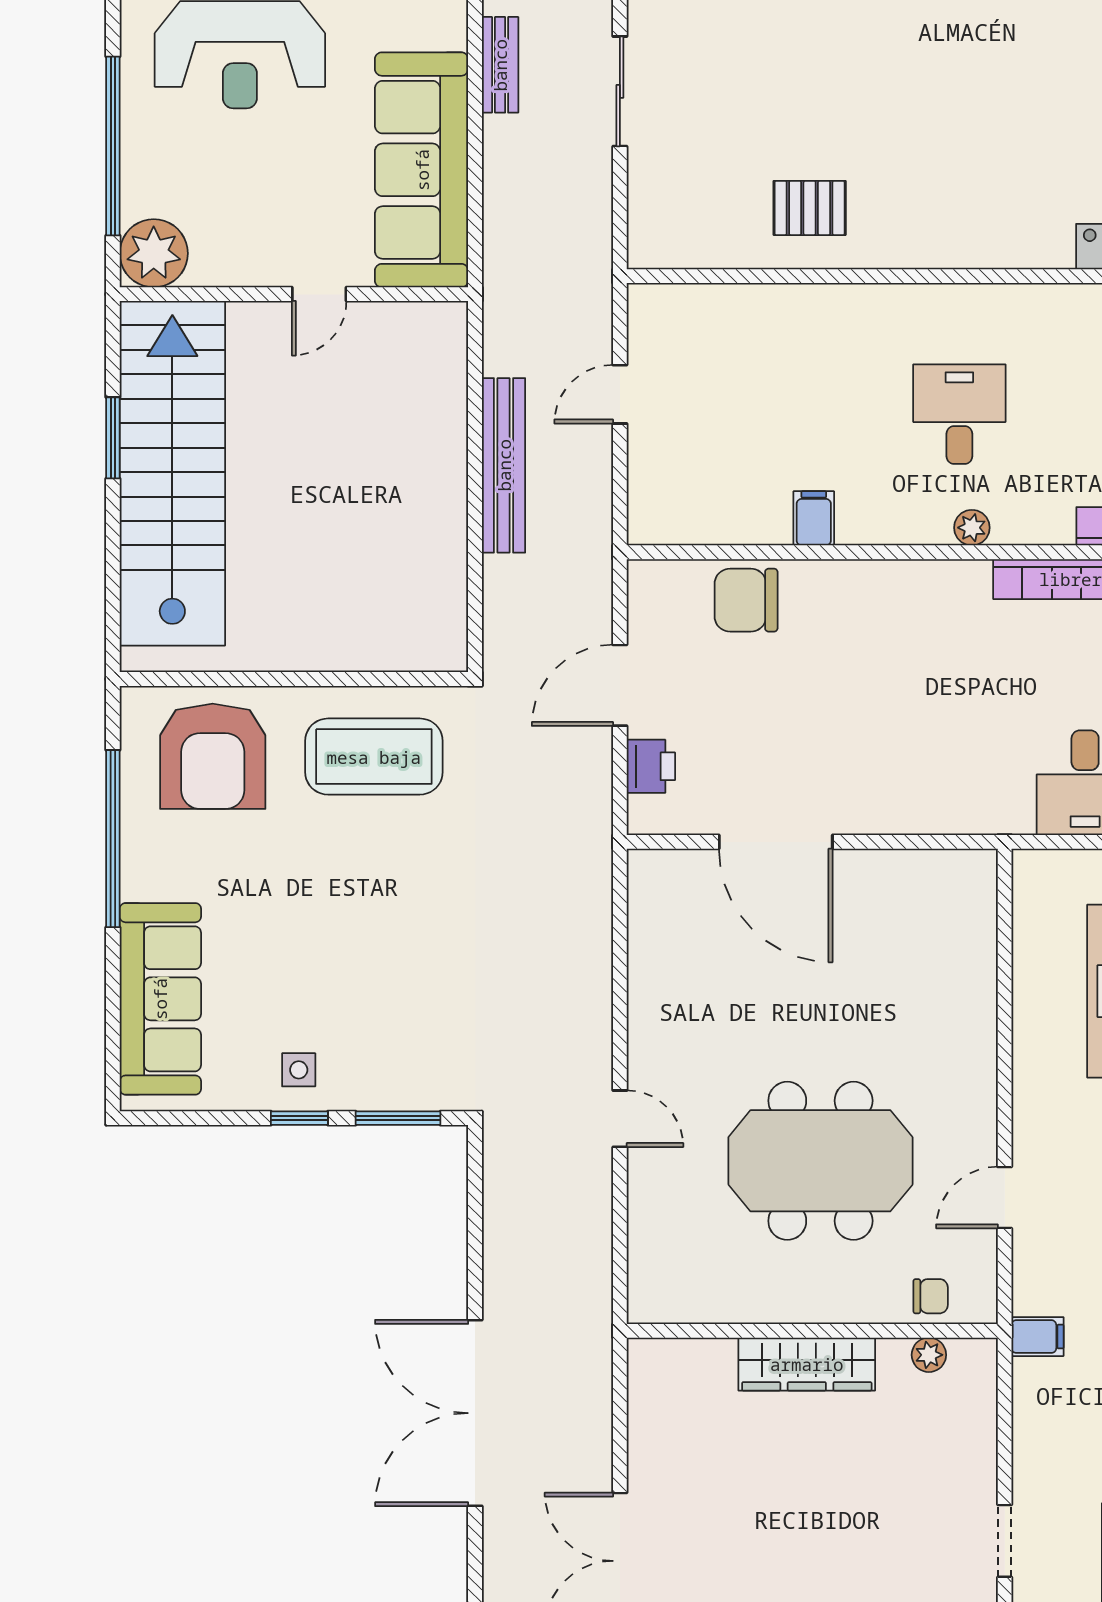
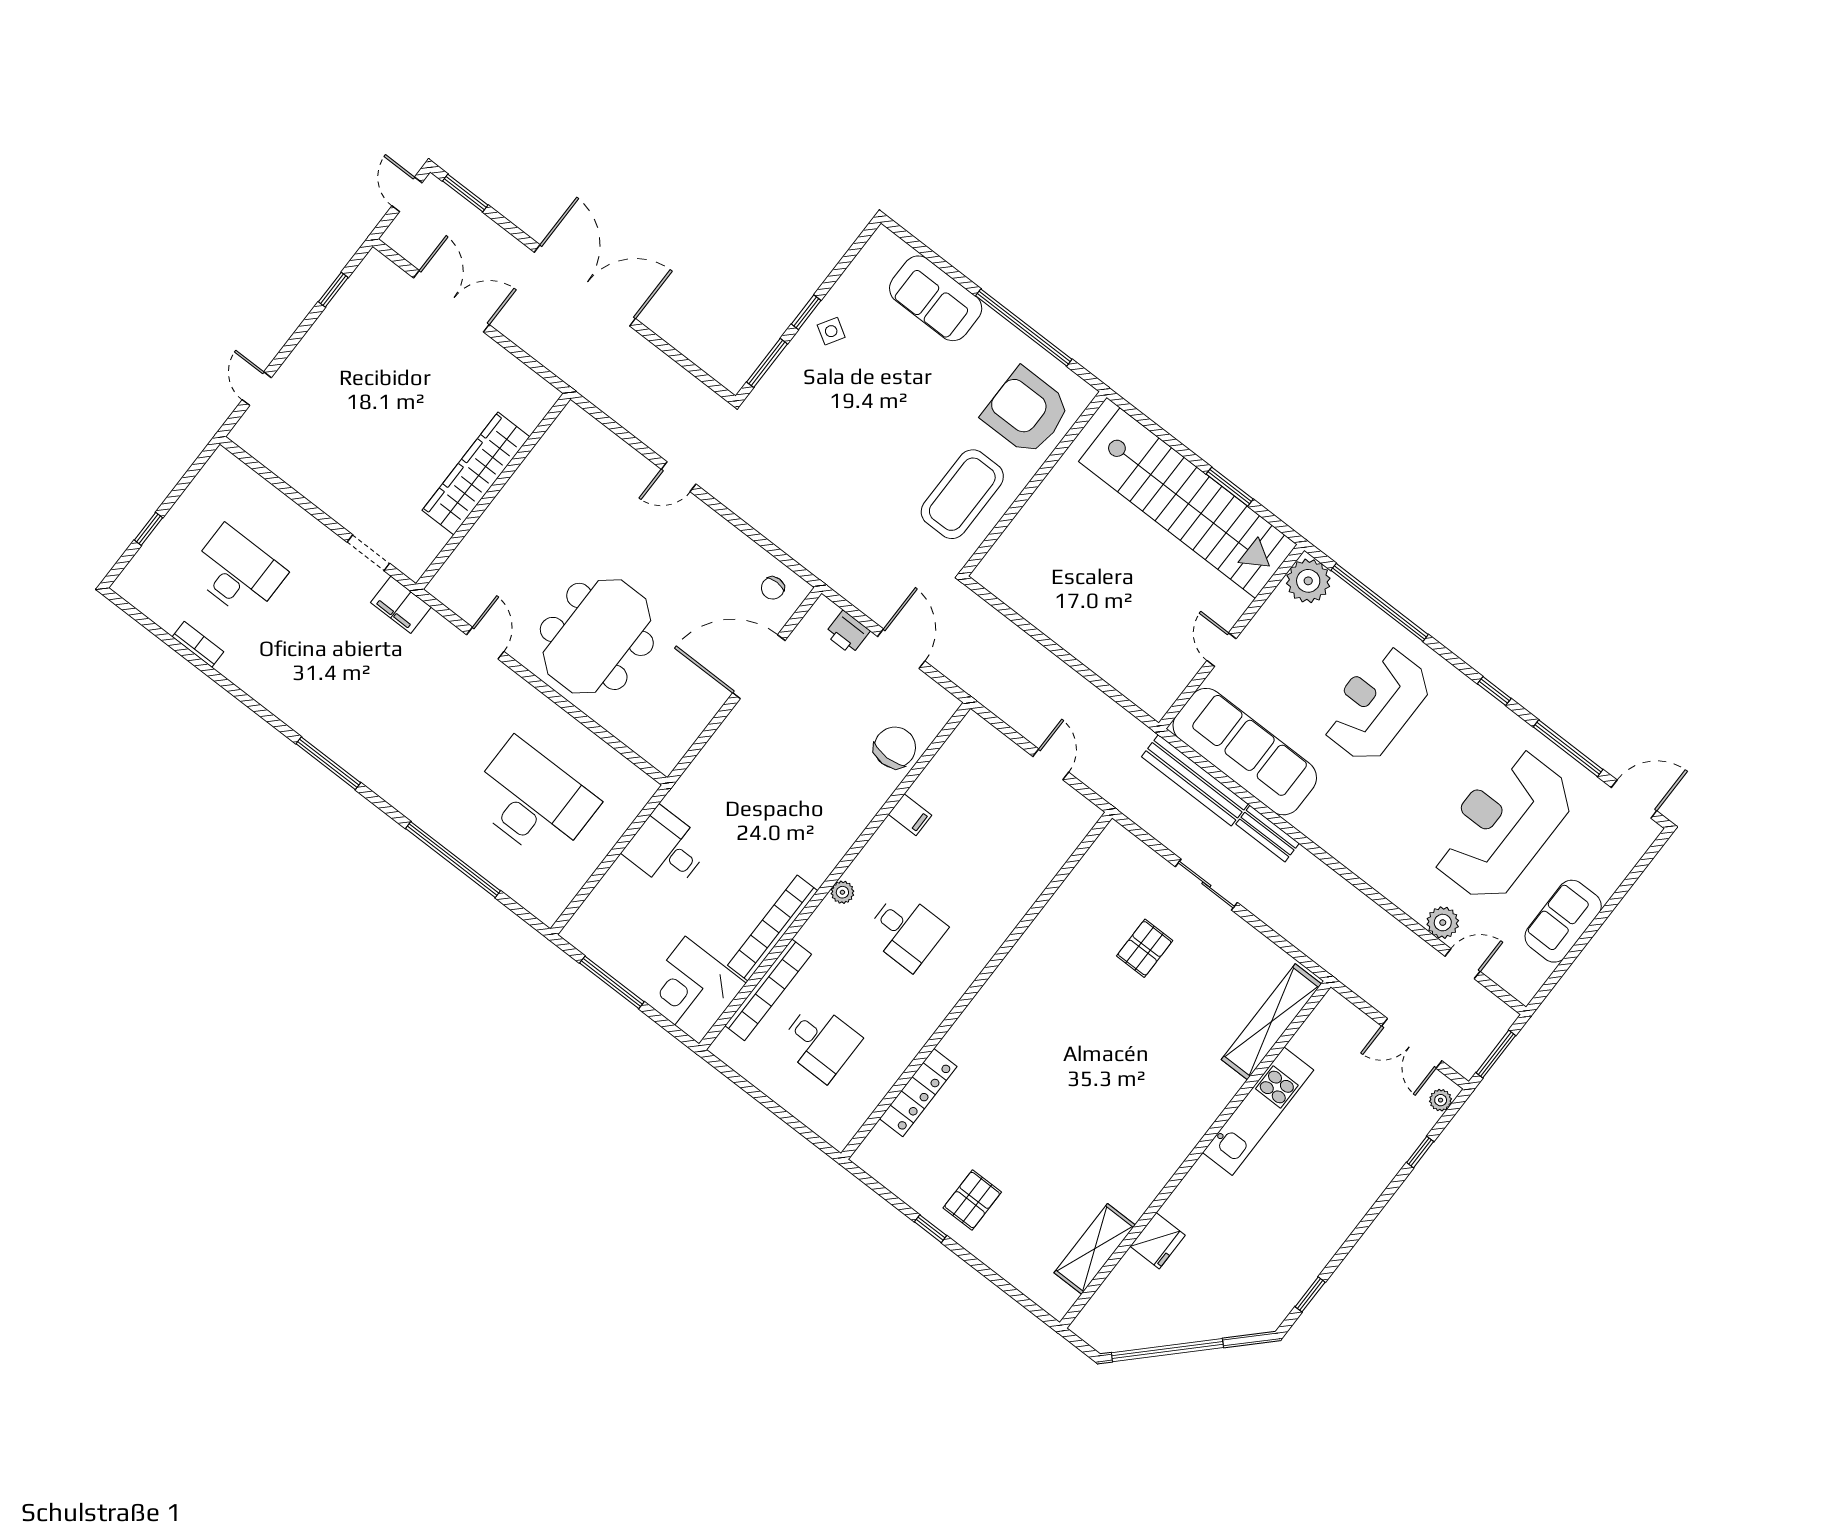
pallet: (810, 208) -> (1145, 948), moved
bench: (504, 465) -> (1195, 780), moved
sofa: (160, 999) -> (936, 298), width x0.73
side table: (299, 1070) -> (831, 331), turned 31
meeting table: (820, 1161) -> (597, 636), moved
chair: (931, 1296) -> (773, 588), moved
filing cabinet: (1037, 1337) -> (401, 605), width x2.00
plant: (929, 1355) -> (435, 542), removed
wardrobe: (807, 1364) -> (476, 474), width x1.40, depth x1.17
doorway: (1005, 1541) -> (368, 553), moved

